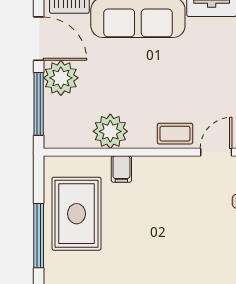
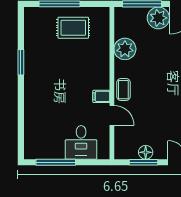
filing cabinet: (121, 169) -> (101, 96), moved
rug: (77, 214) -> (73, 28), width x0.73, depth x0.70

